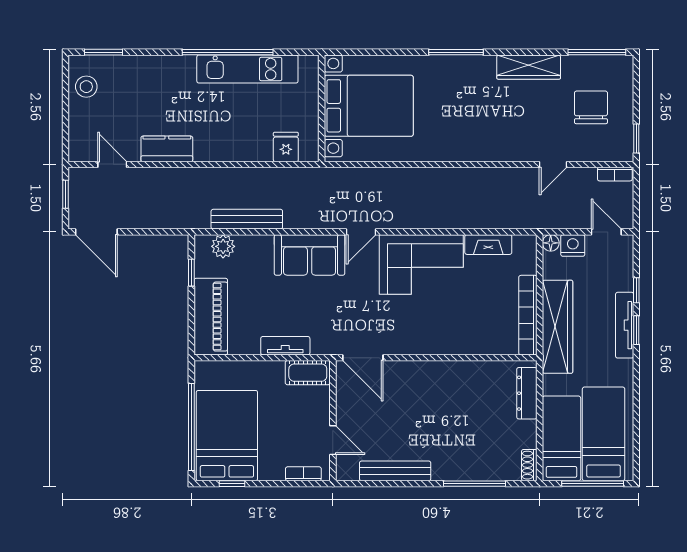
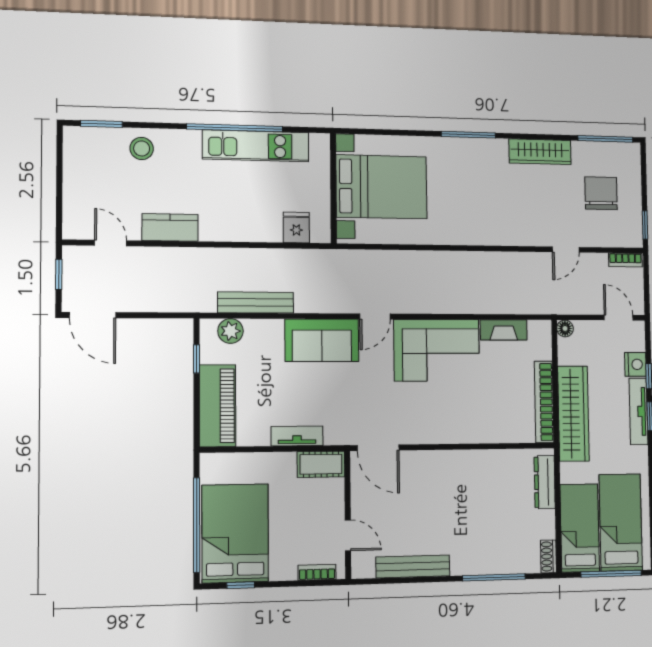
stool: (86, 87) -> (142, 148), moved
nightstand: (573, 246) -> (635, 364), moved, turned 90

